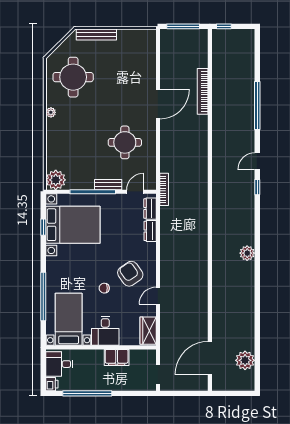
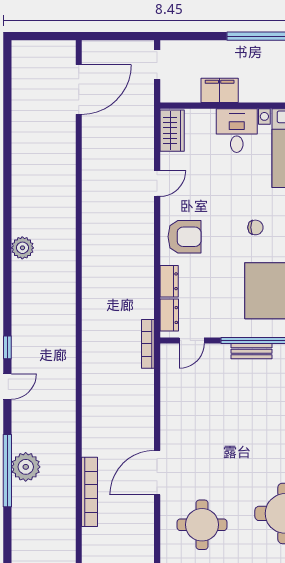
round table: (125, 142) -> (202, 525), moved
bench: (108, 185) -> (252, 351), moved
armchair: (130, 274) -> (184, 237), moved, turned -55
chair: (104, 288) -> (255, 227), moved
plant: (245, 360) -> (26, 467), moved

